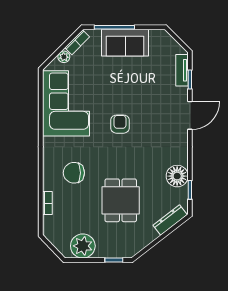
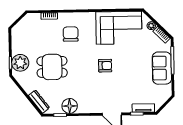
plant: (83, 246) -> (20, 63), moved

